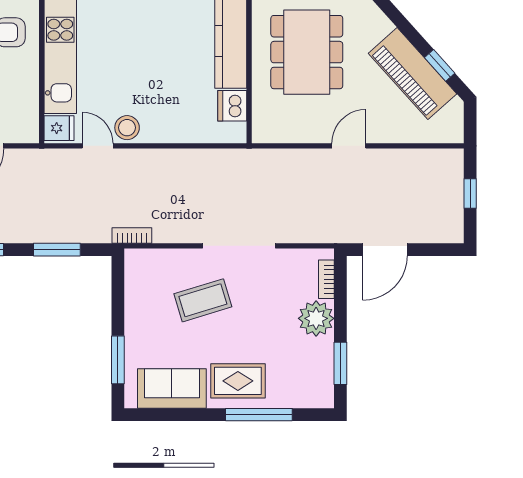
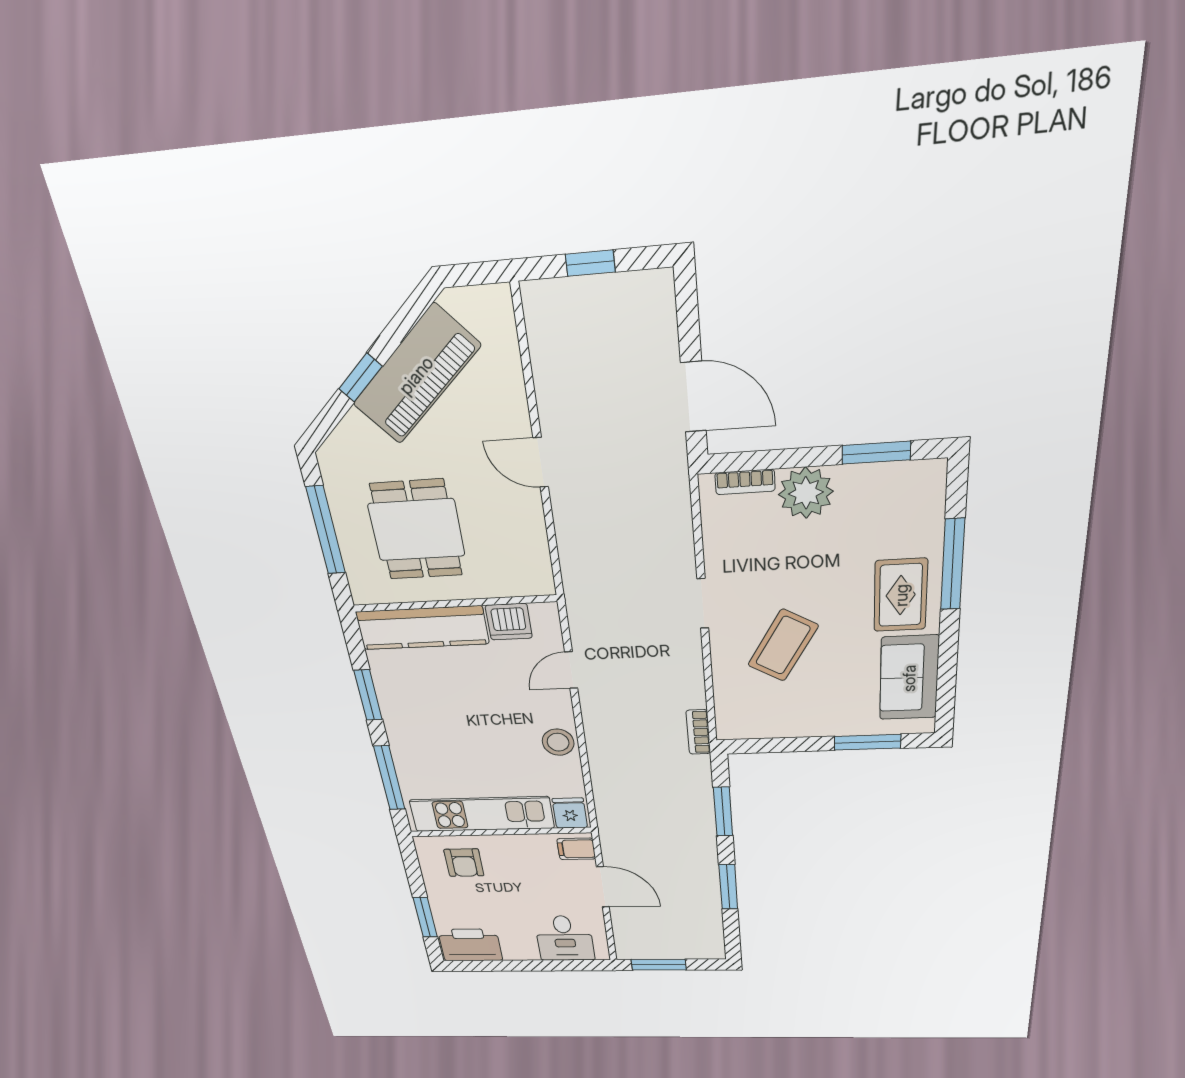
dining table: (307, 52) -> (417, 530), width x0.73
window: (440, 65) -> (360, 378), moved
filing cabinet: (23, 129) -> (576, 849), added
door: (98, 146) -> (571, 670), moved
doorway: (239, 246) -> (703, 603), width x0.53
coffee table: (203, 300) -> (783, 645), turned 47

